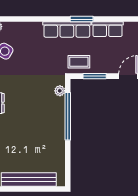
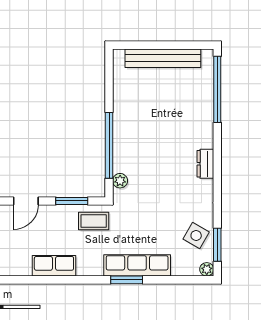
window: (82, 19) -> (127, 280), moved
row of seats: (67, 30) -> (137, 265), moved

